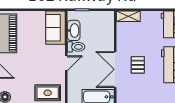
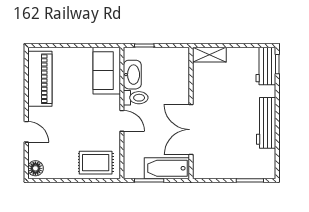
door: (66, 63) -> (122, 121), hinge flipped
pallet: (138, 65) -> (223, 123), removed

